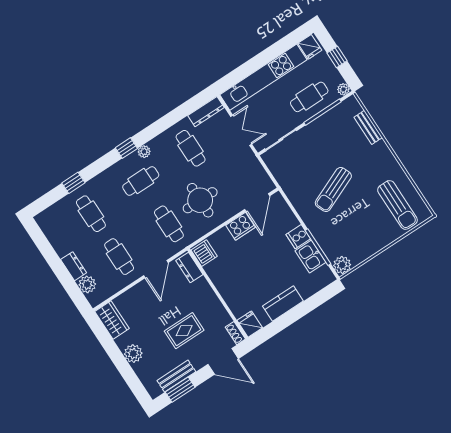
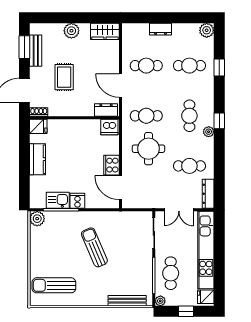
bench: (368, 127) -> (127, 301), width x1.36
plant: (87, 284) -> (207, 30), moved

